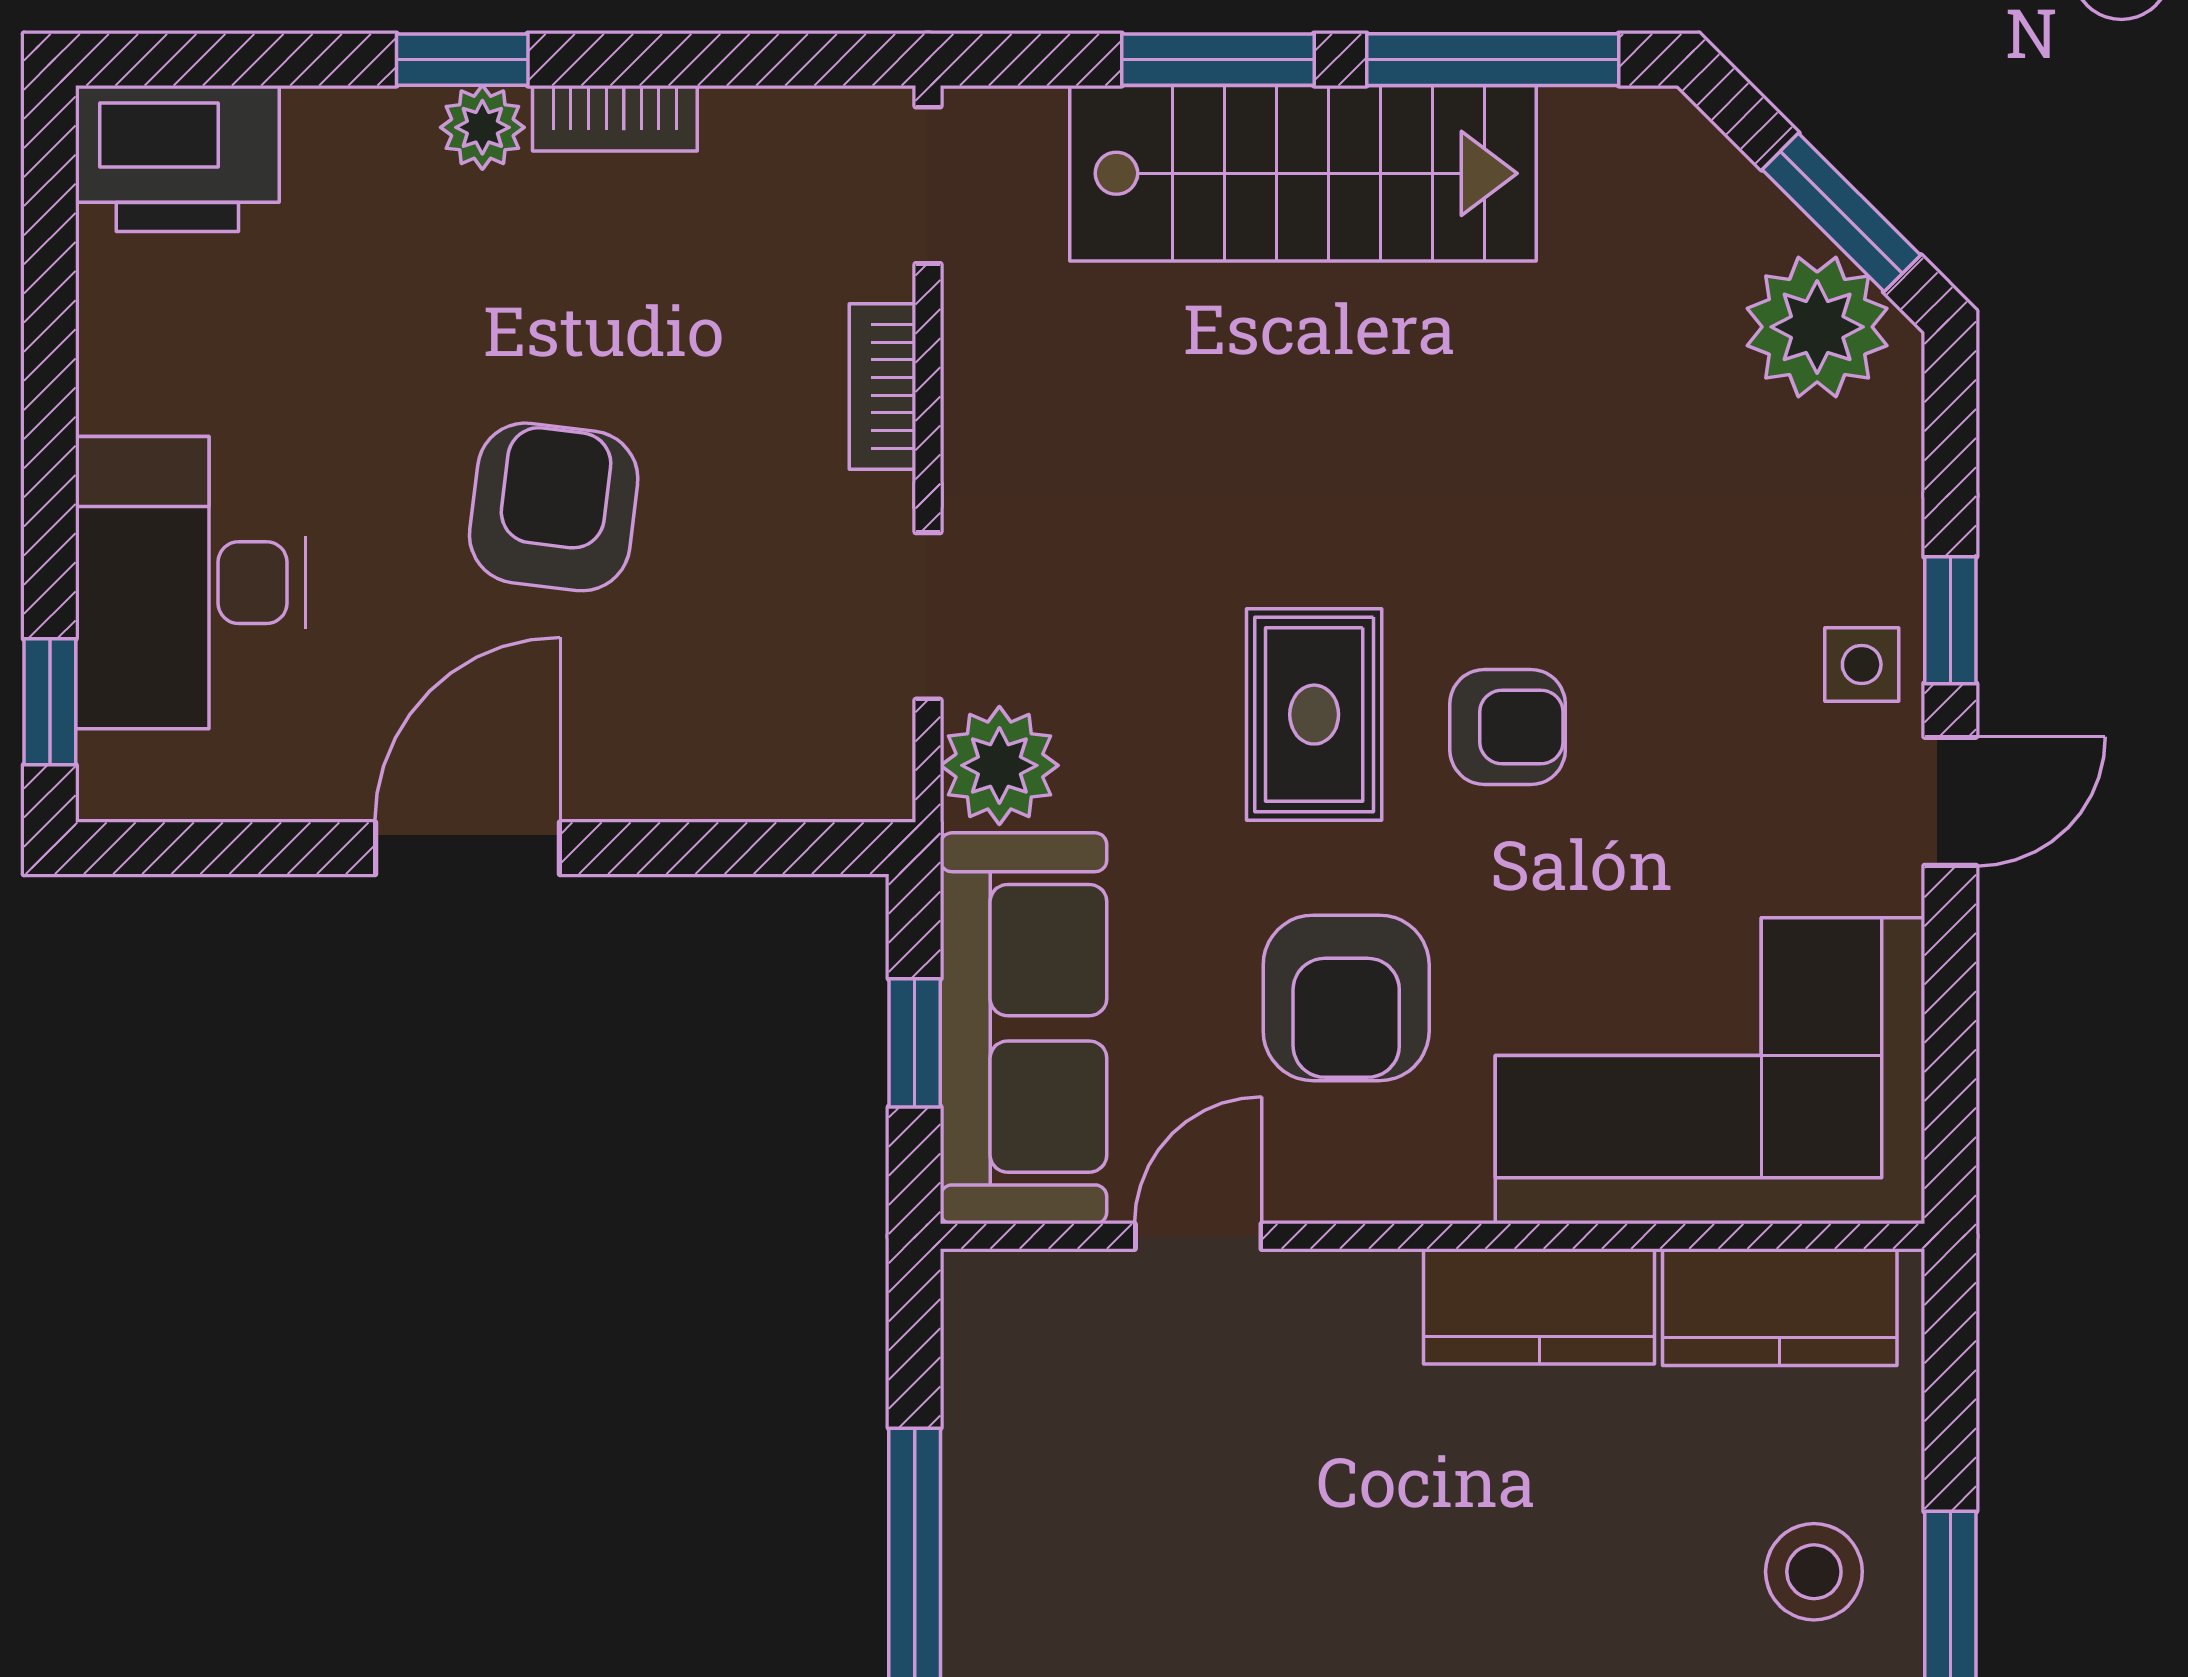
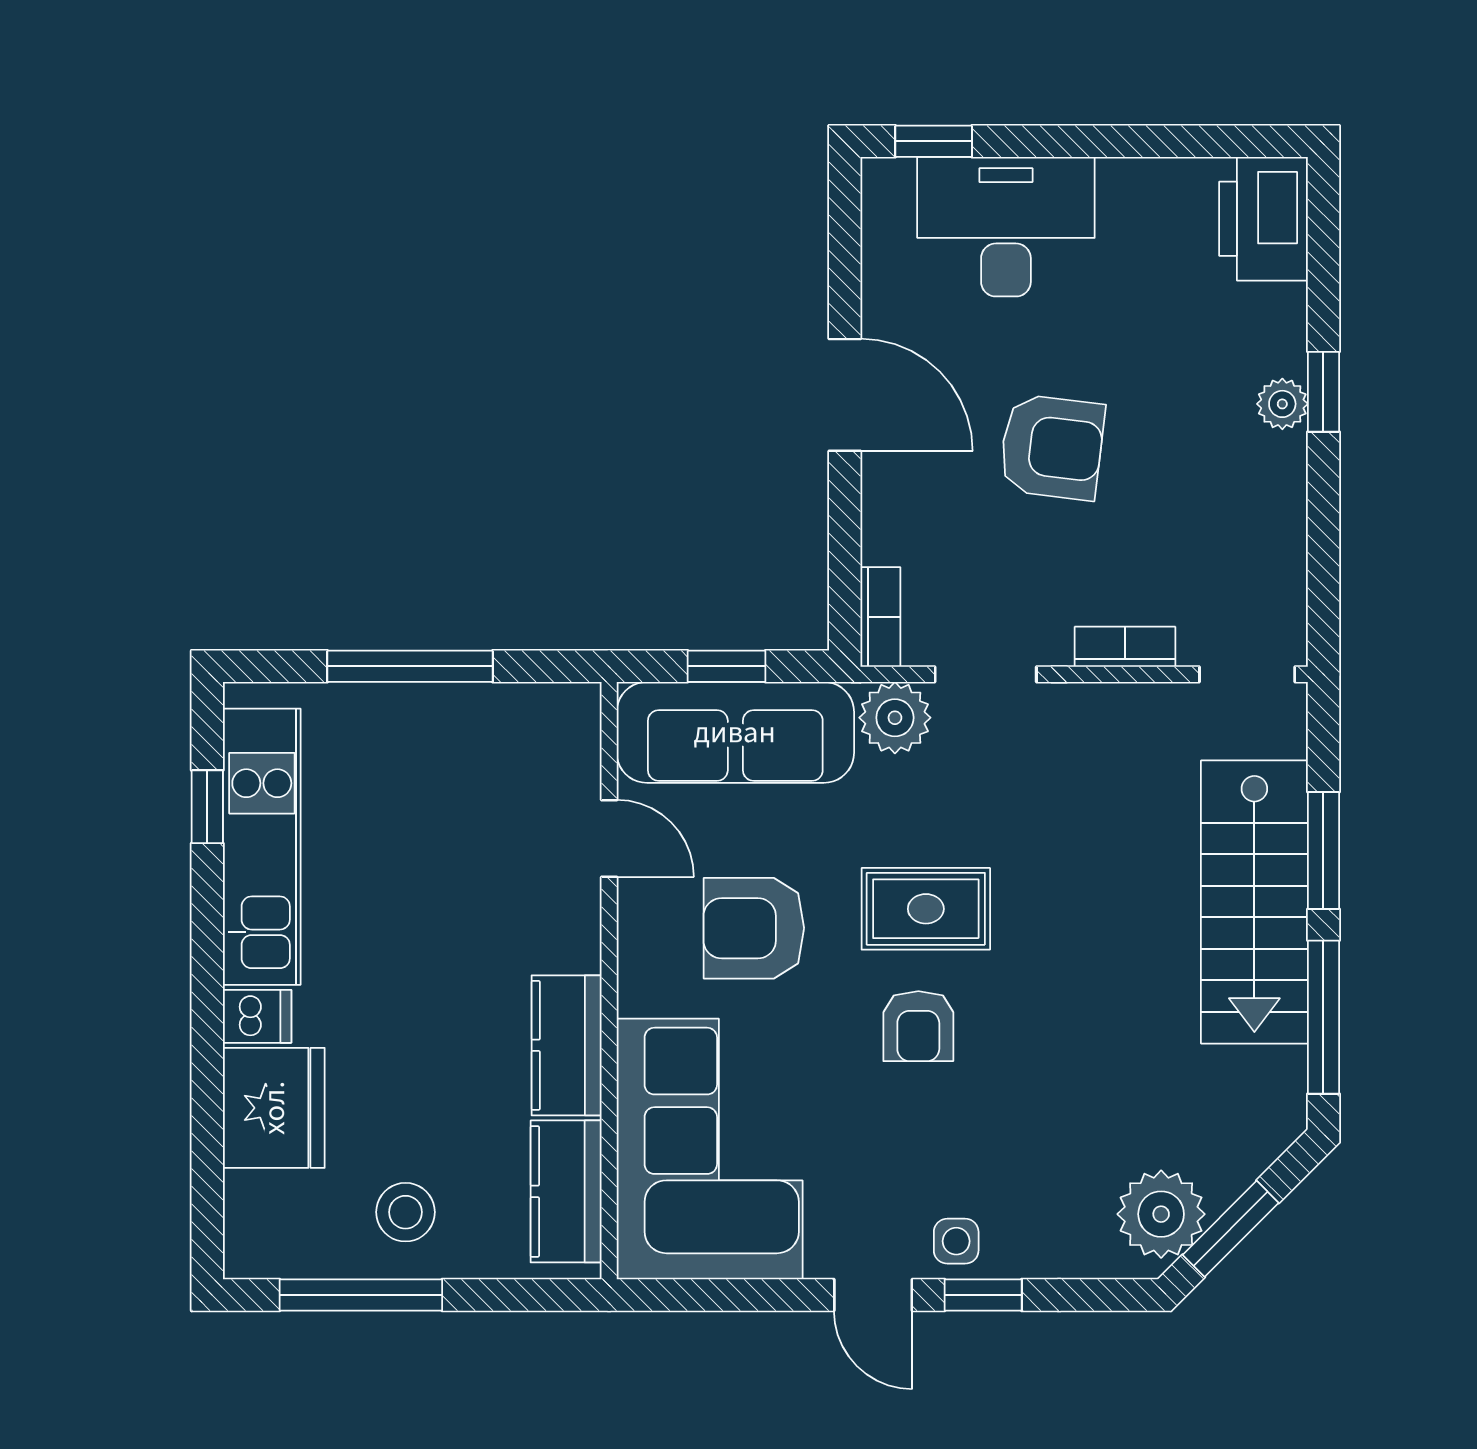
bookcase: (615, 118) -> (880, 617), moved, turned 180

